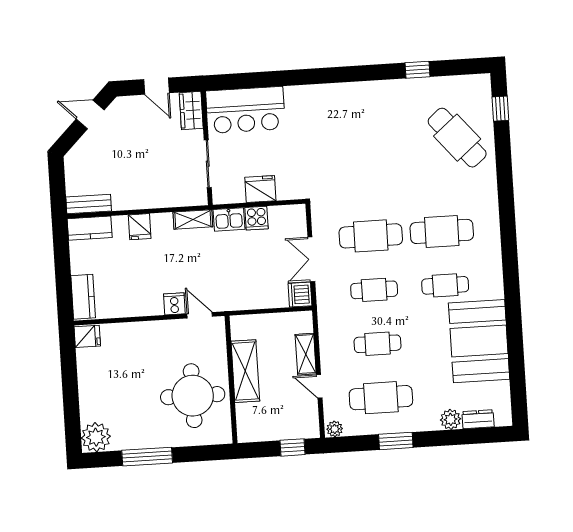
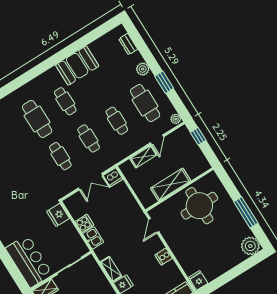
fridge: (260, 189) -> (58, 215), moved
shelving: (193, 219) -> (111, 269), moved
cafe table: (371, 236) -> (60, 156), width x0.73, depth x0.74
cooker: (174, 304) -> (164, 257), moved
booth: (479, 341) -> (77, 66), width x0.73, depth x0.70
plant: (451, 419) -> (143, 69), moved

